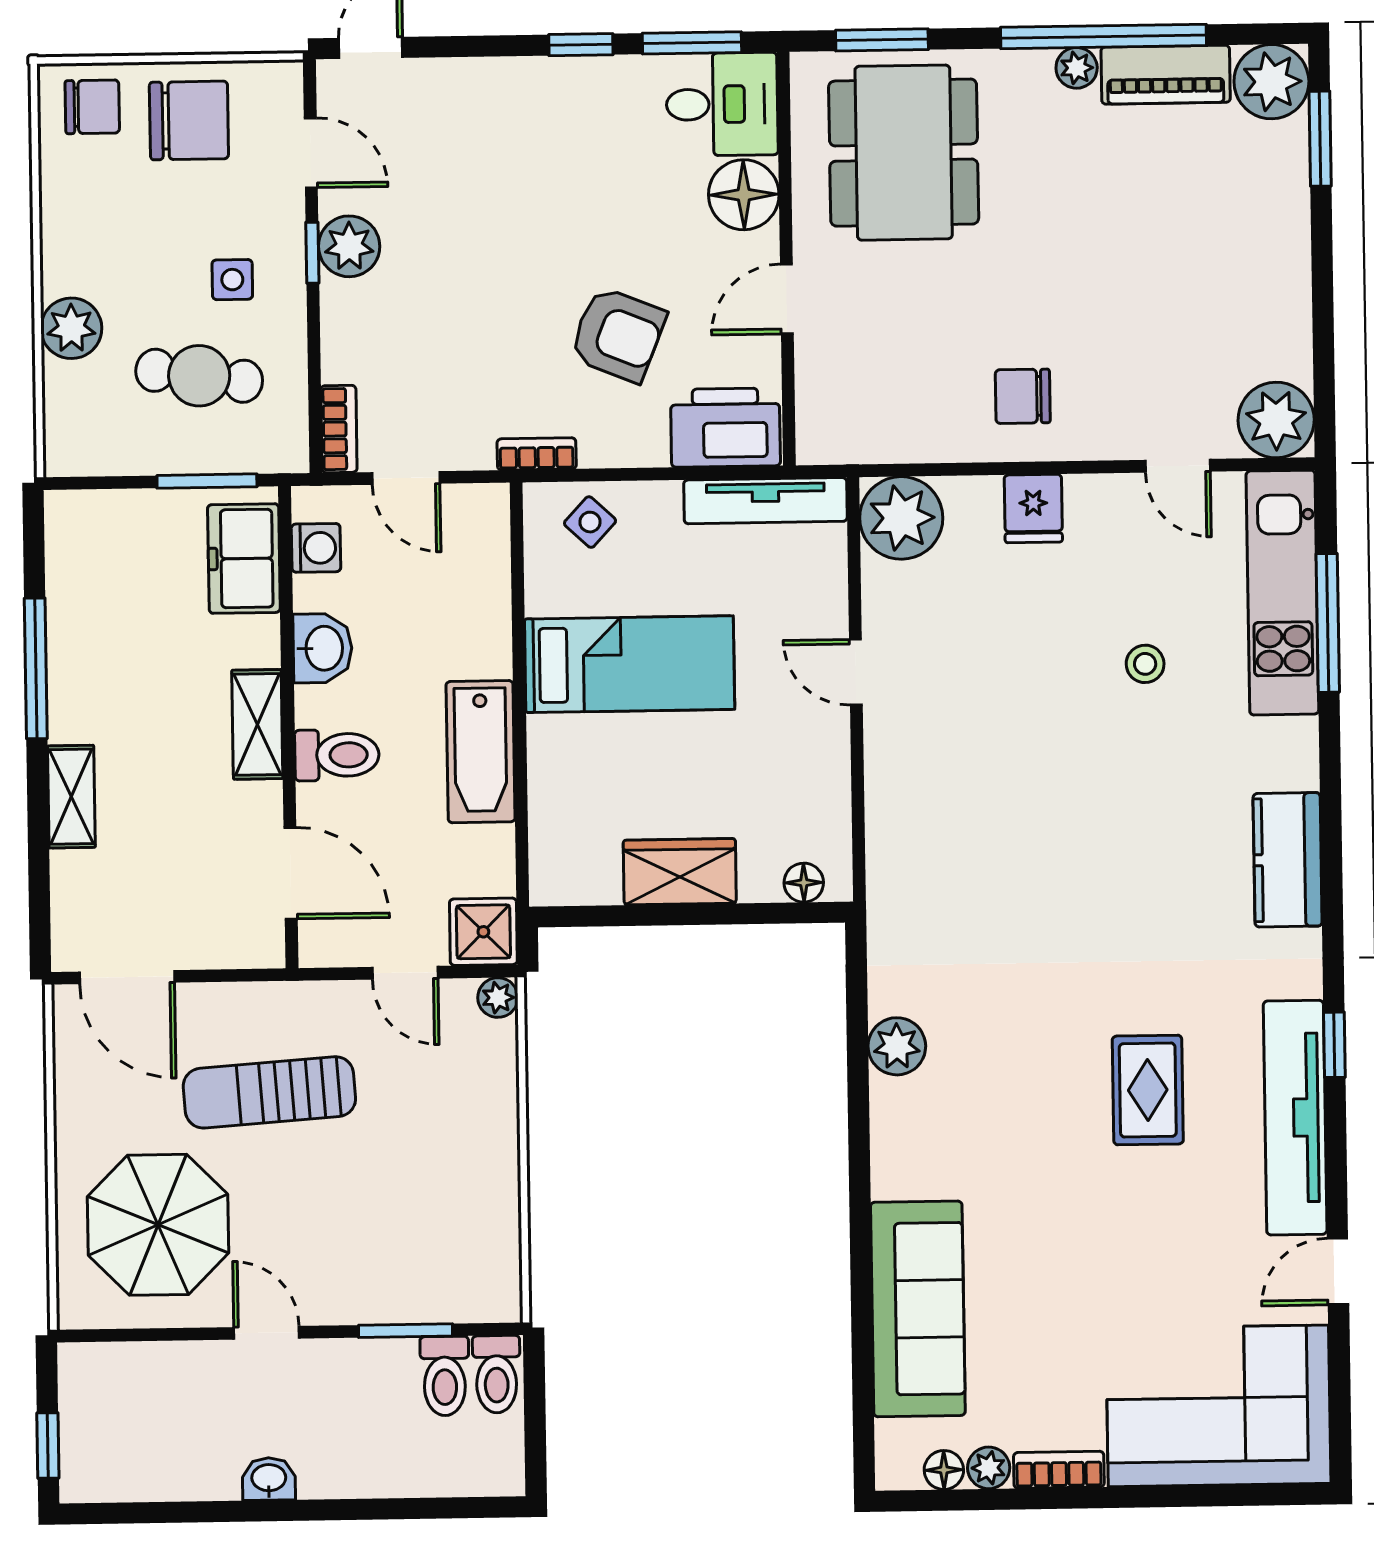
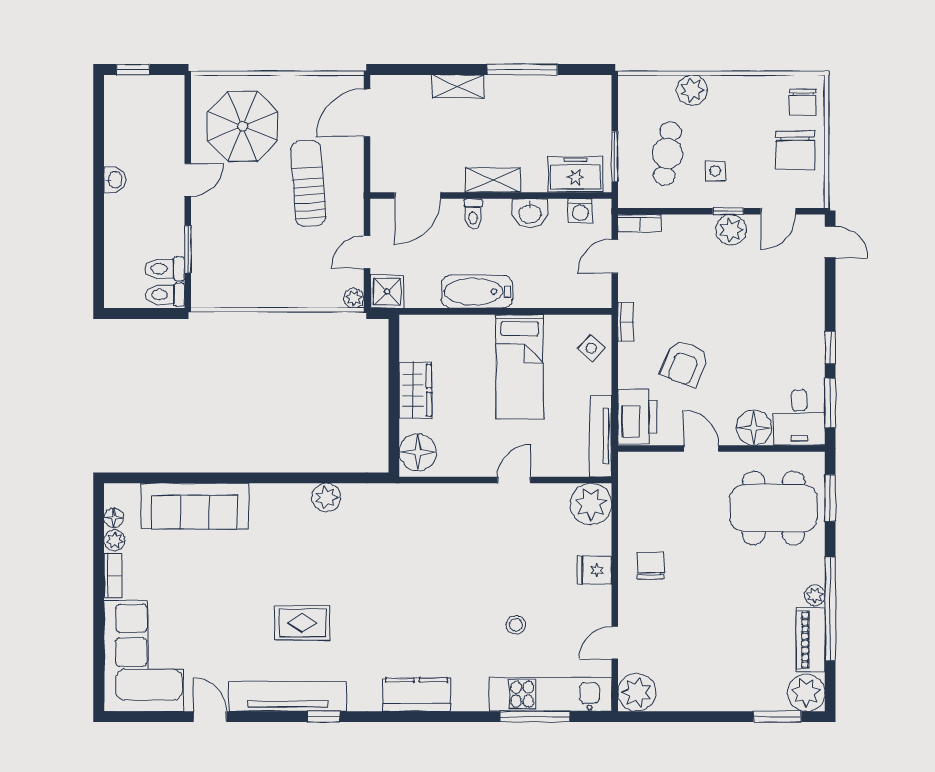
toilet: (337, 755) -> (473, 214), width x0.73, depth x0.72
floor lamp: (804, 883) -> (418, 452), width x1.89, depth x1.89

